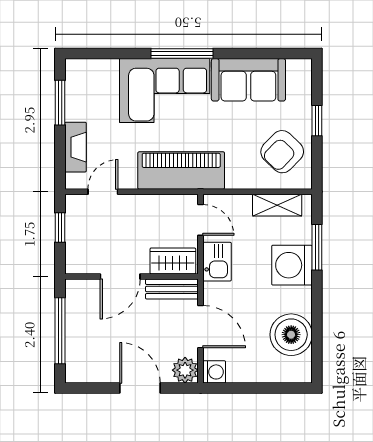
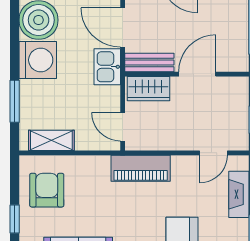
armchair: (282, 152) -> (47, 190), turned -44
piano: (181, 171) -> (141, 168), width x0.73, depth x0.75
kitchen sink: (217, 262) -> (107, 67), moved
washing machine: (292, 265) -> (38, 60), moved

